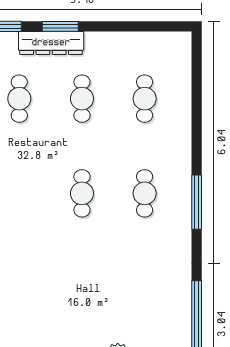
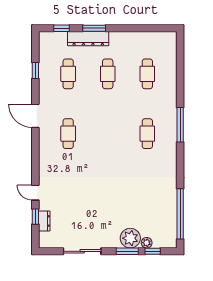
cafe table: (82, 193) -> (68, 134), moved
window: (197, 202) -> (180, 125), moved

